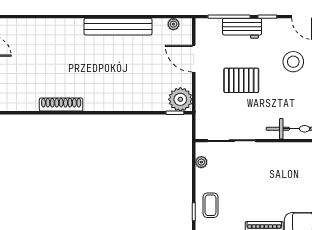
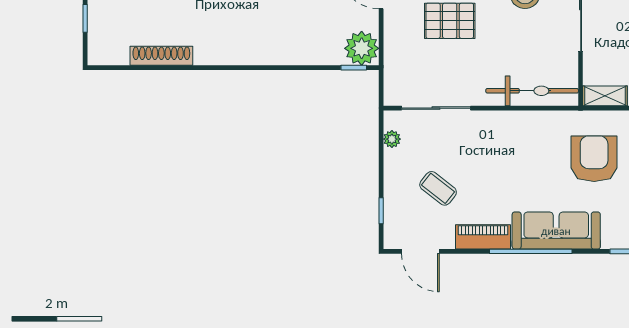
shoe rack: (61, 105) -> (161, 56), moved
coffee table: (210, 205) -> (438, 188), moved, turned -52

